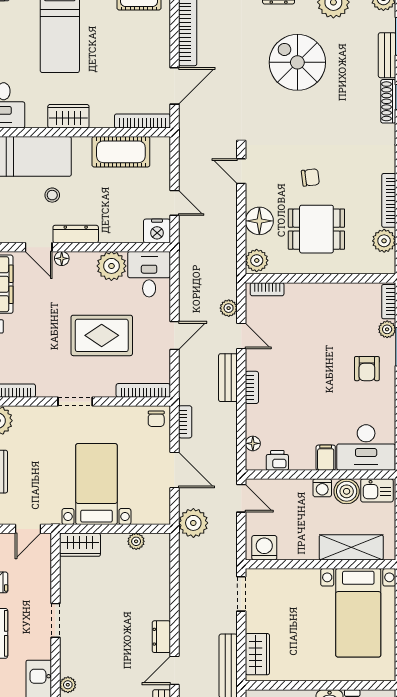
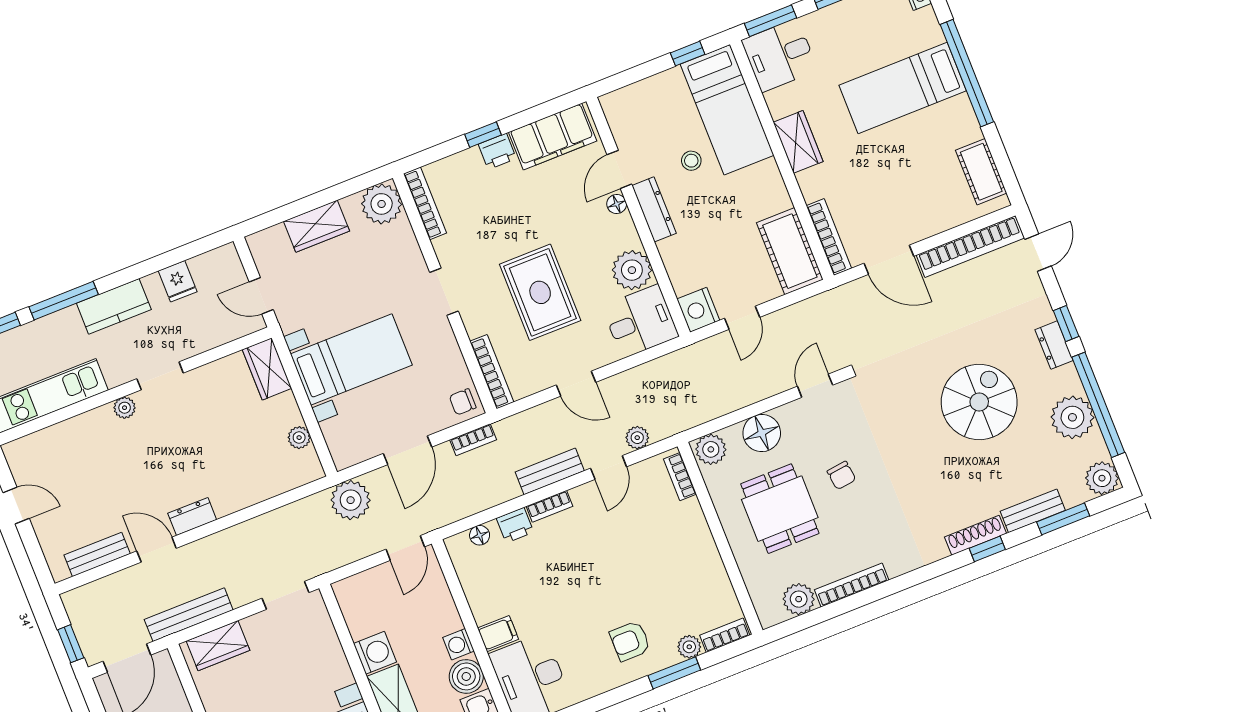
cot: (121, 152) -> (790, 251), moved
printer: (277, 460) -> (515, 525), moved, turned 90
washing machine: (264, 548) -> (375, 653), moved
plant: (68, 685) -> (125, 408), moved

